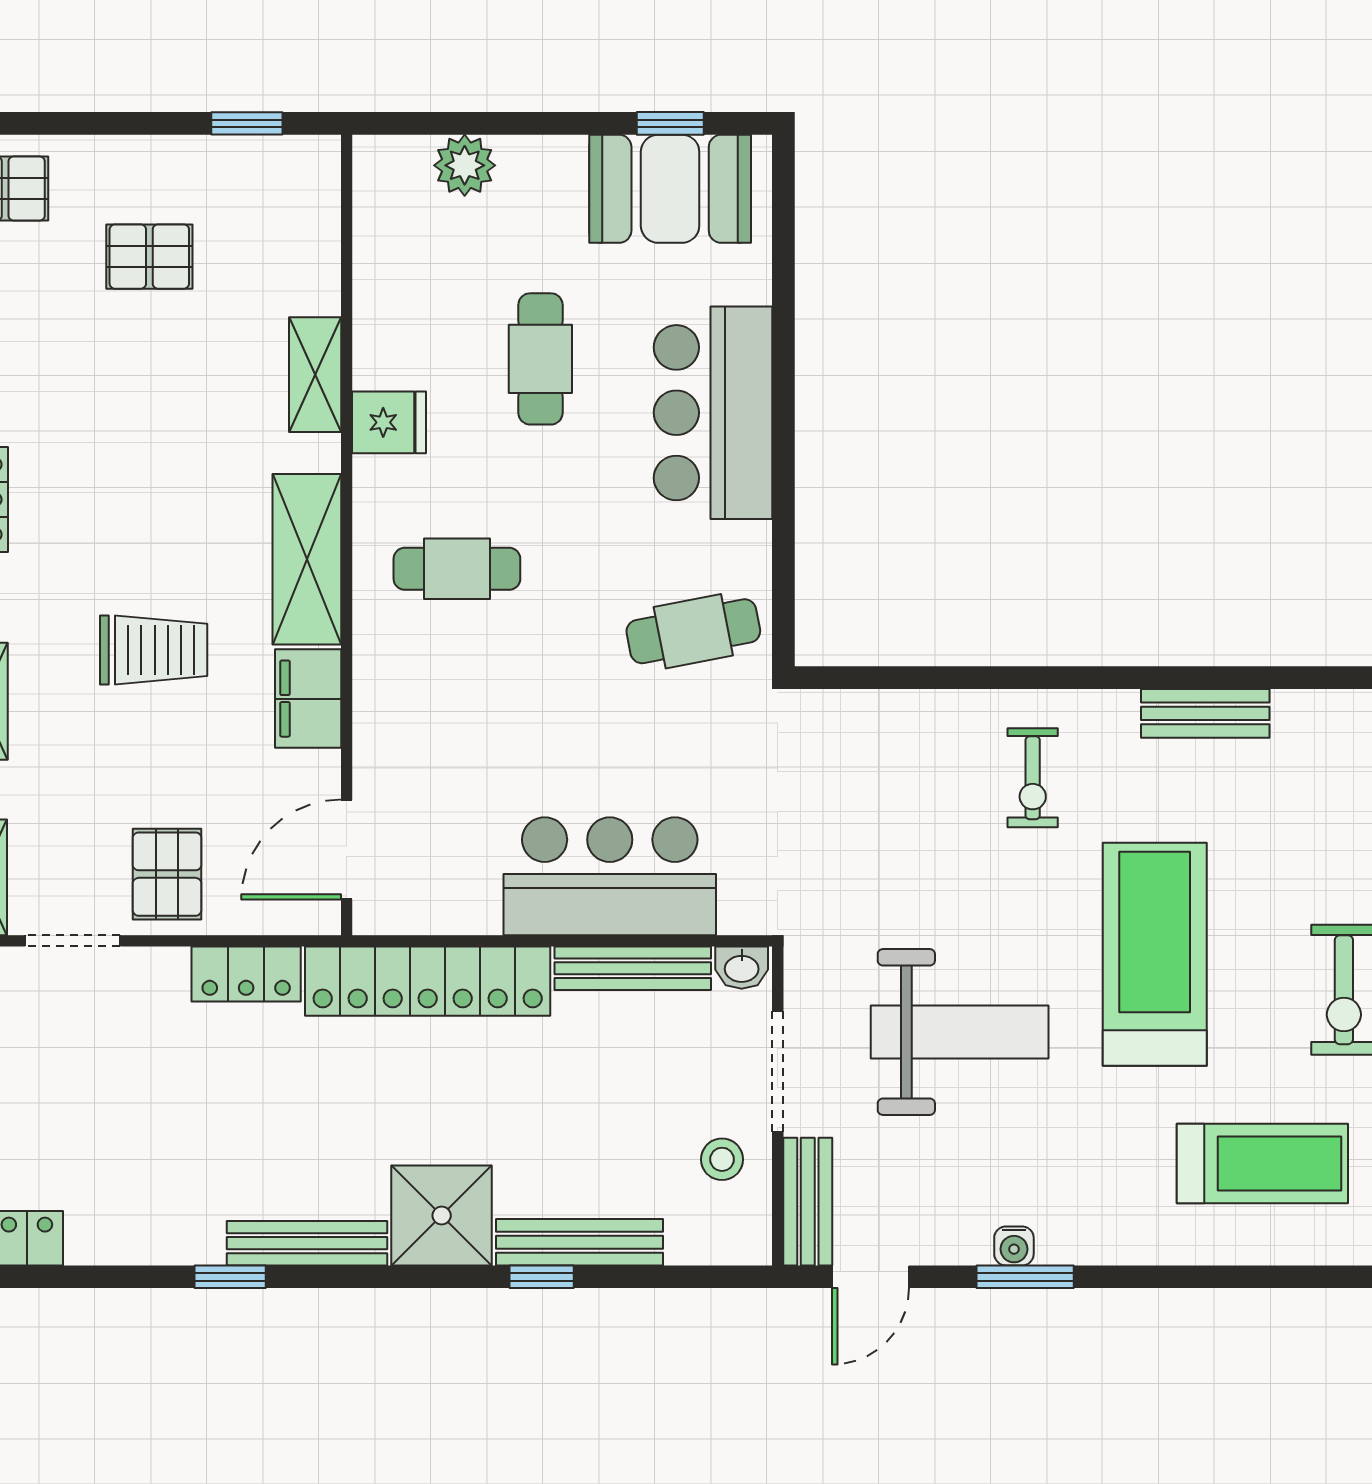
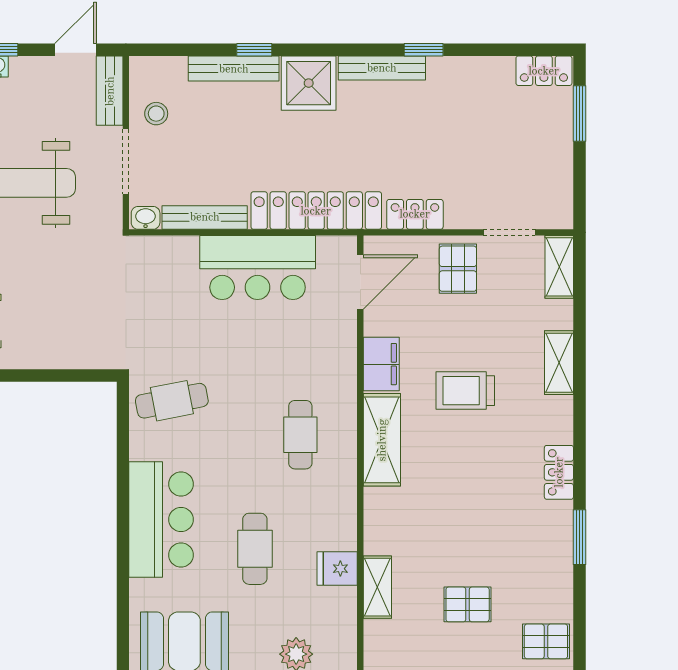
shelving: (315, 375) -> (377, 587), moved
fridge: (389, 422) -> (337, 569), moved
cafe table: (457, 569) -> (300, 435), turned 90
bar counter: (610, 876) -> (258, 268), moved

